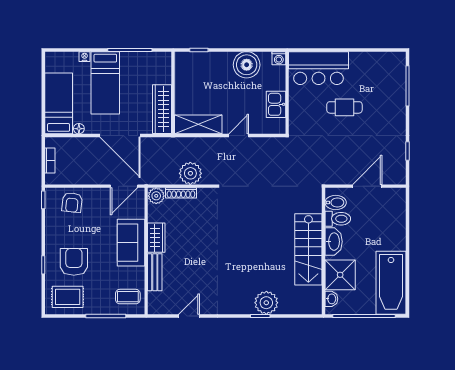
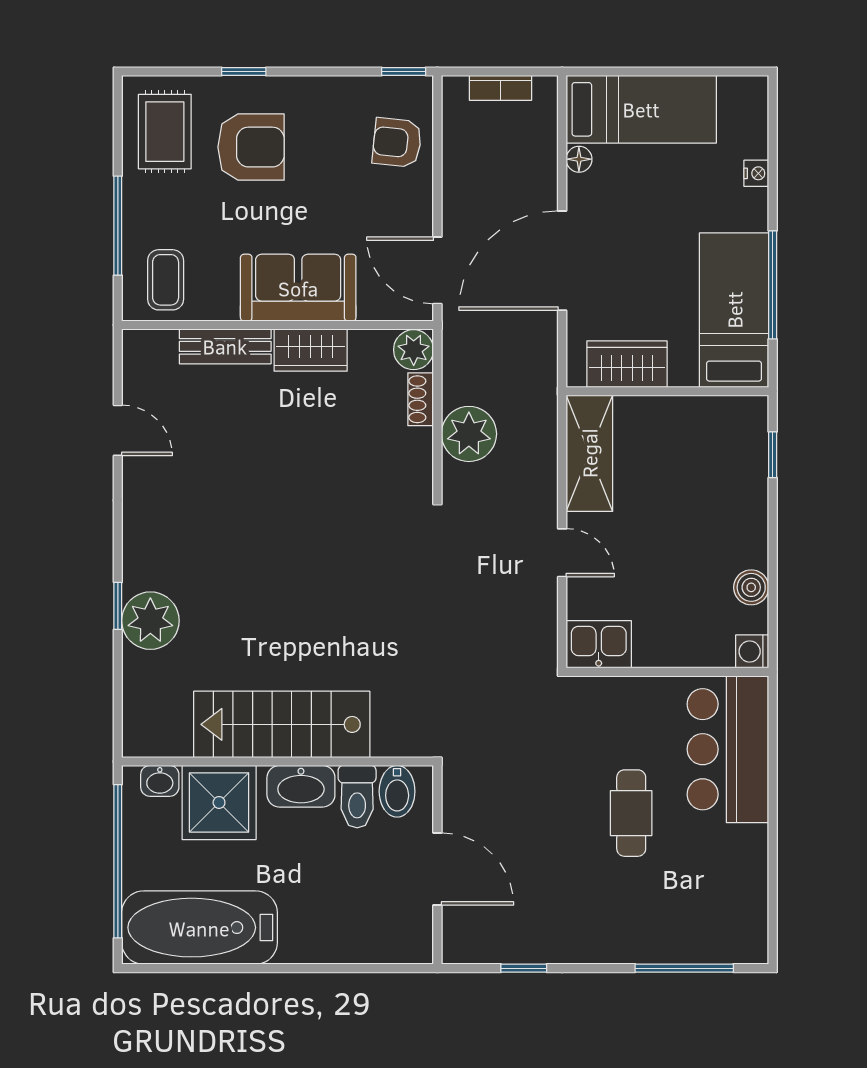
boiler: (247, 65) -> (751, 587), width x0.54, depth x0.54
bed: (105, 83) -> (734, 310), moved, turned 90
kitchen sink: (276, 104) -> (599, 644), moved
wardrobe: (162, 109) -> (627, 364), width x0.67
shoe rack: (181, 193) -> (421, 399), width x0.70

